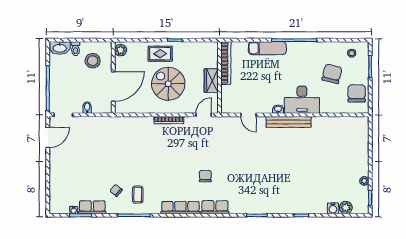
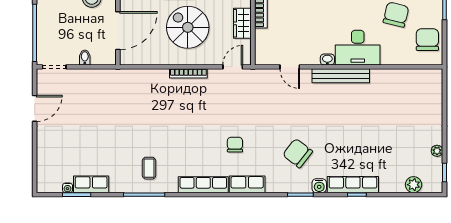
door: (48, 137) -> (35, 108), moved
chair: (116, 190) -> (298, 153), moved, width x1.87, depth x1.87
row of seats: (298, 207) -> (353, 185), added
water cooler: (333, 208) -> (319, 186), moved

